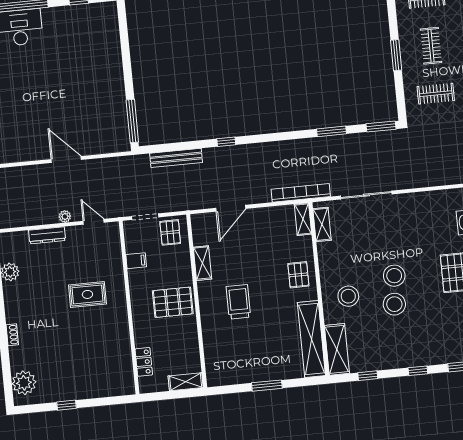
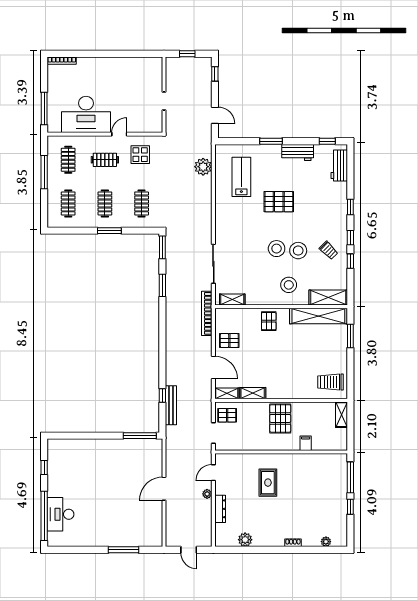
clothes rail: (431, 46) -> (105, 203), turned 90
window: (226, 142) -> (162, 396), moved
shelving: (303, 219) -> (227, 393), moved
pallet: (268, 226) -> (229, 341), added
filing cabinet: (136, 261) -> (306, 443), moved
pallet: (298, 275) -> (269, 321), turned 90
trolley: (238, 302) -> (330, 382), moved
trolley: (398, 344) -> (329, 250), added
locker: (144, 362) -> (323, 445), removed
window: (368, 376) -> (350, 261), moved
plant: (24, 383) -> (326, 542), width x0.53, depth x0.53
window: (267, 386) -> (350, 336), moved
window: (105, 401) -> (350, 477), added

